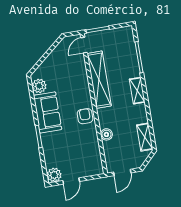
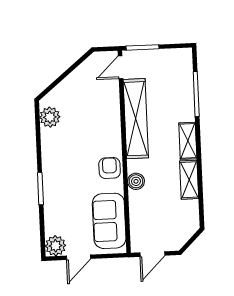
sofa: (48, 112) -> (109, 221), moved, turned 180
boiler: (106, 134) -> (136, 181), moved
shelving: (145, 137) -> (189, 180), moved

